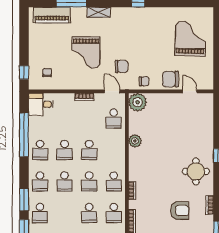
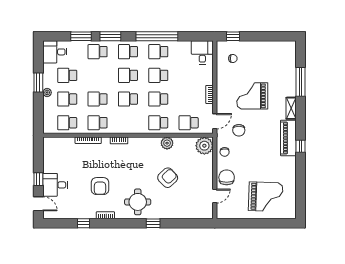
piano: (52, 15) -> (288, 138), moved
window: (24, 135) -> (157, 36), moved
armchair: (171, 140) -> (168, 178), added
school desk: (114, 182) -> (158, 123), moved

